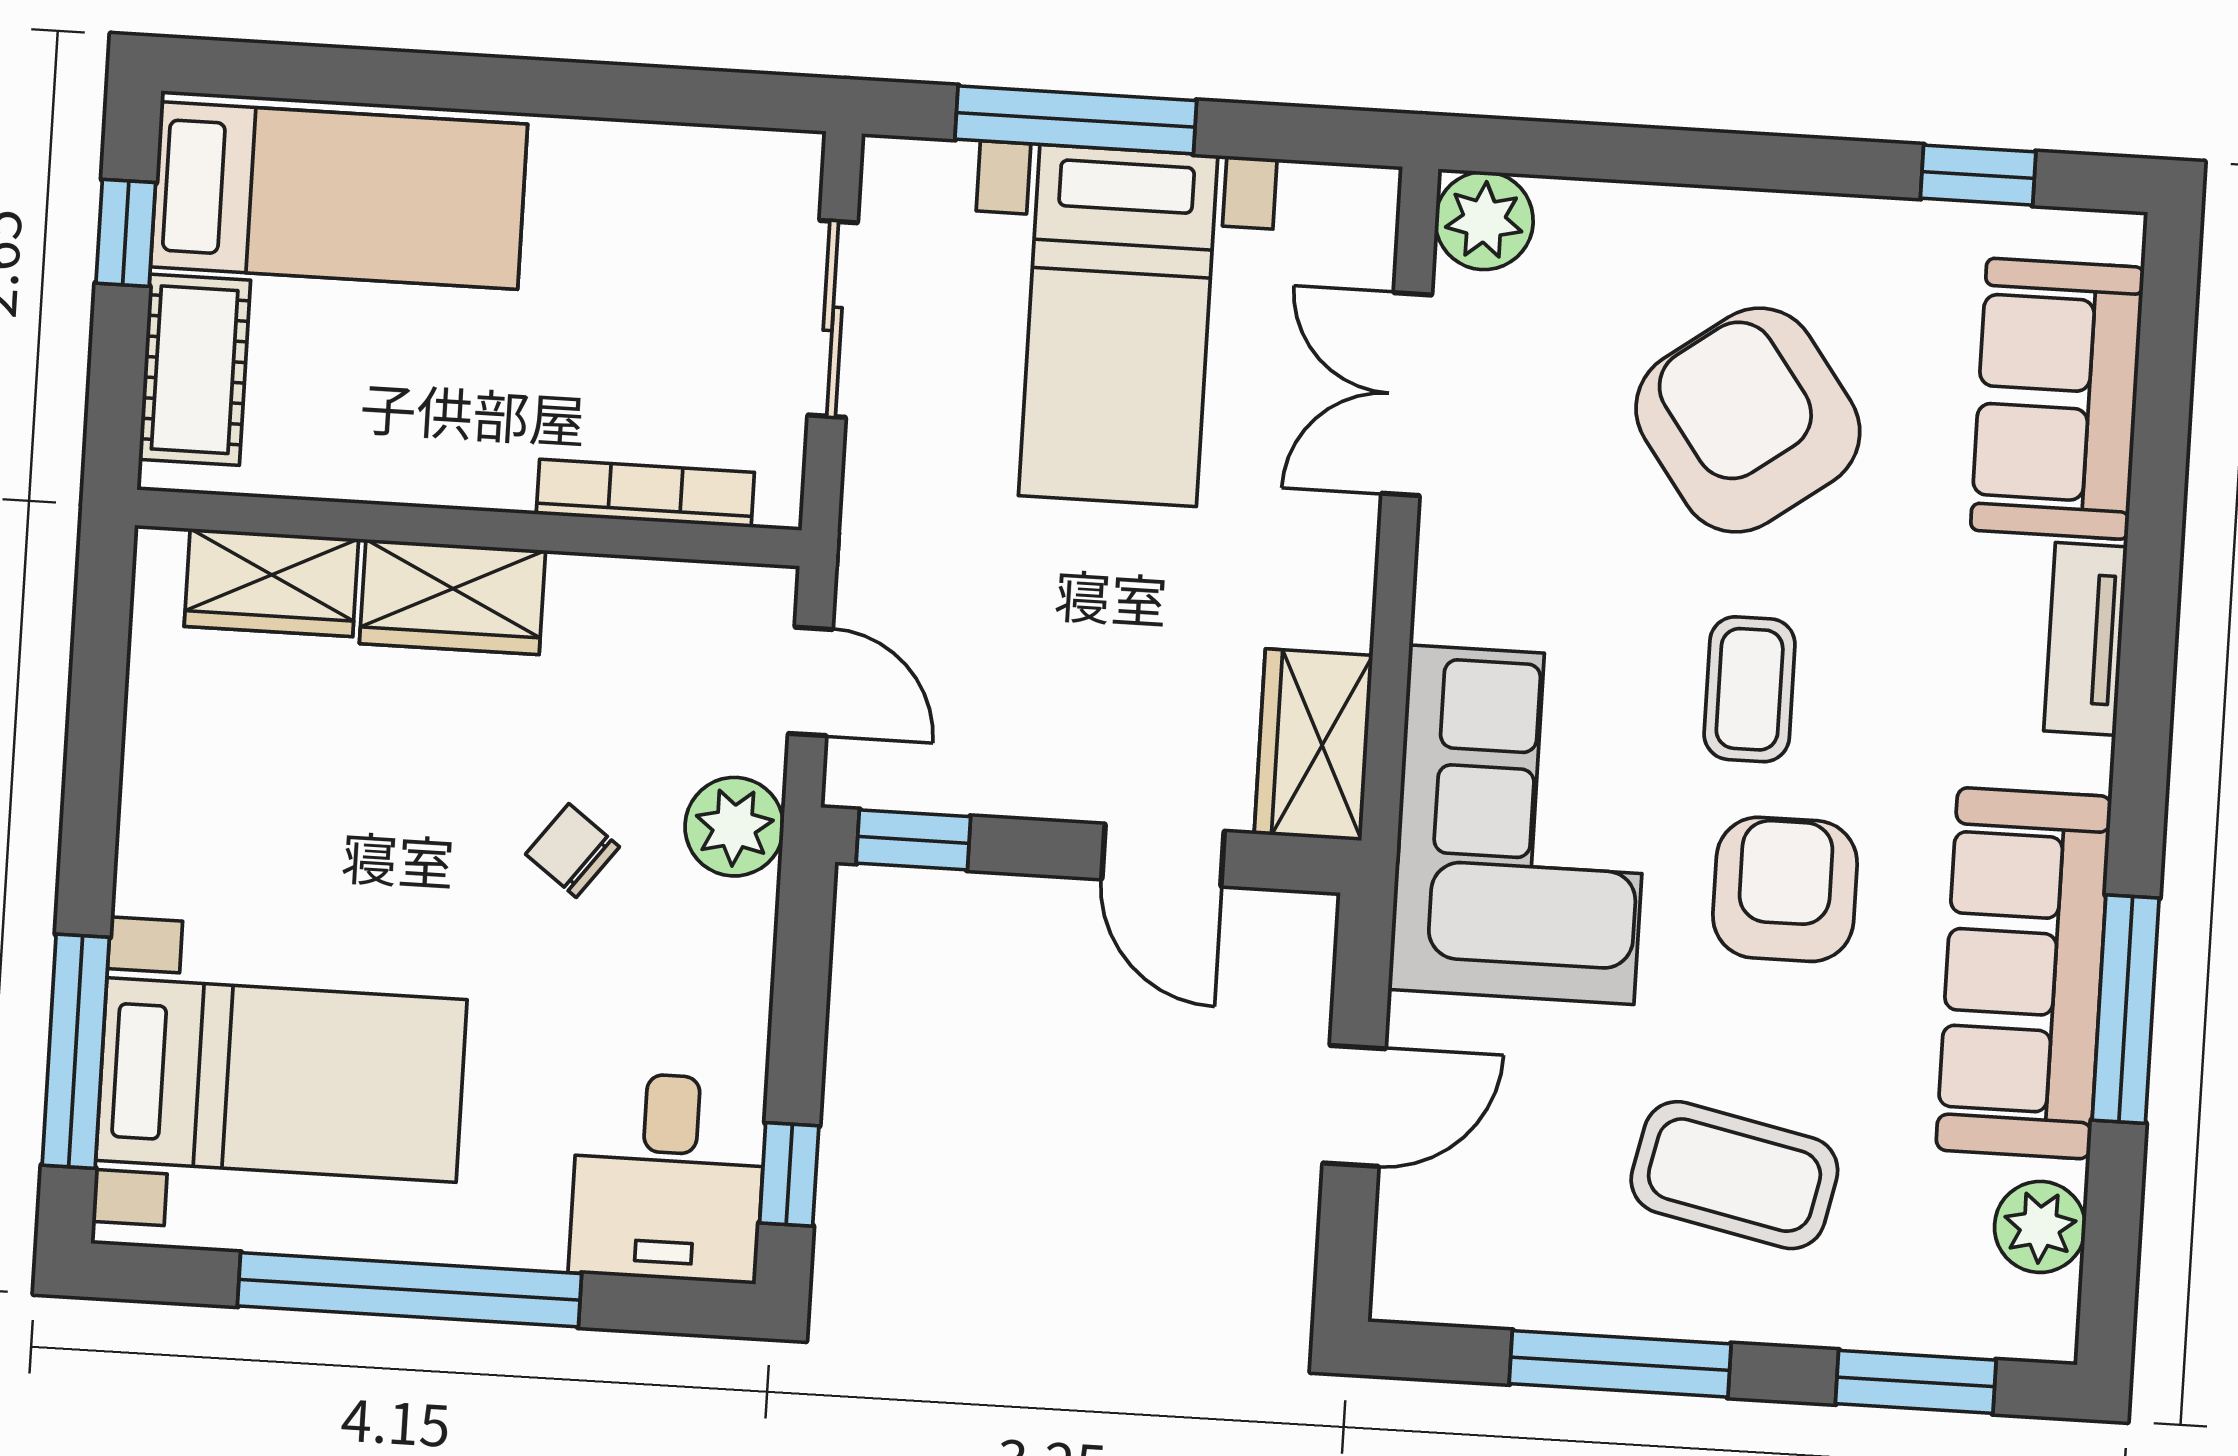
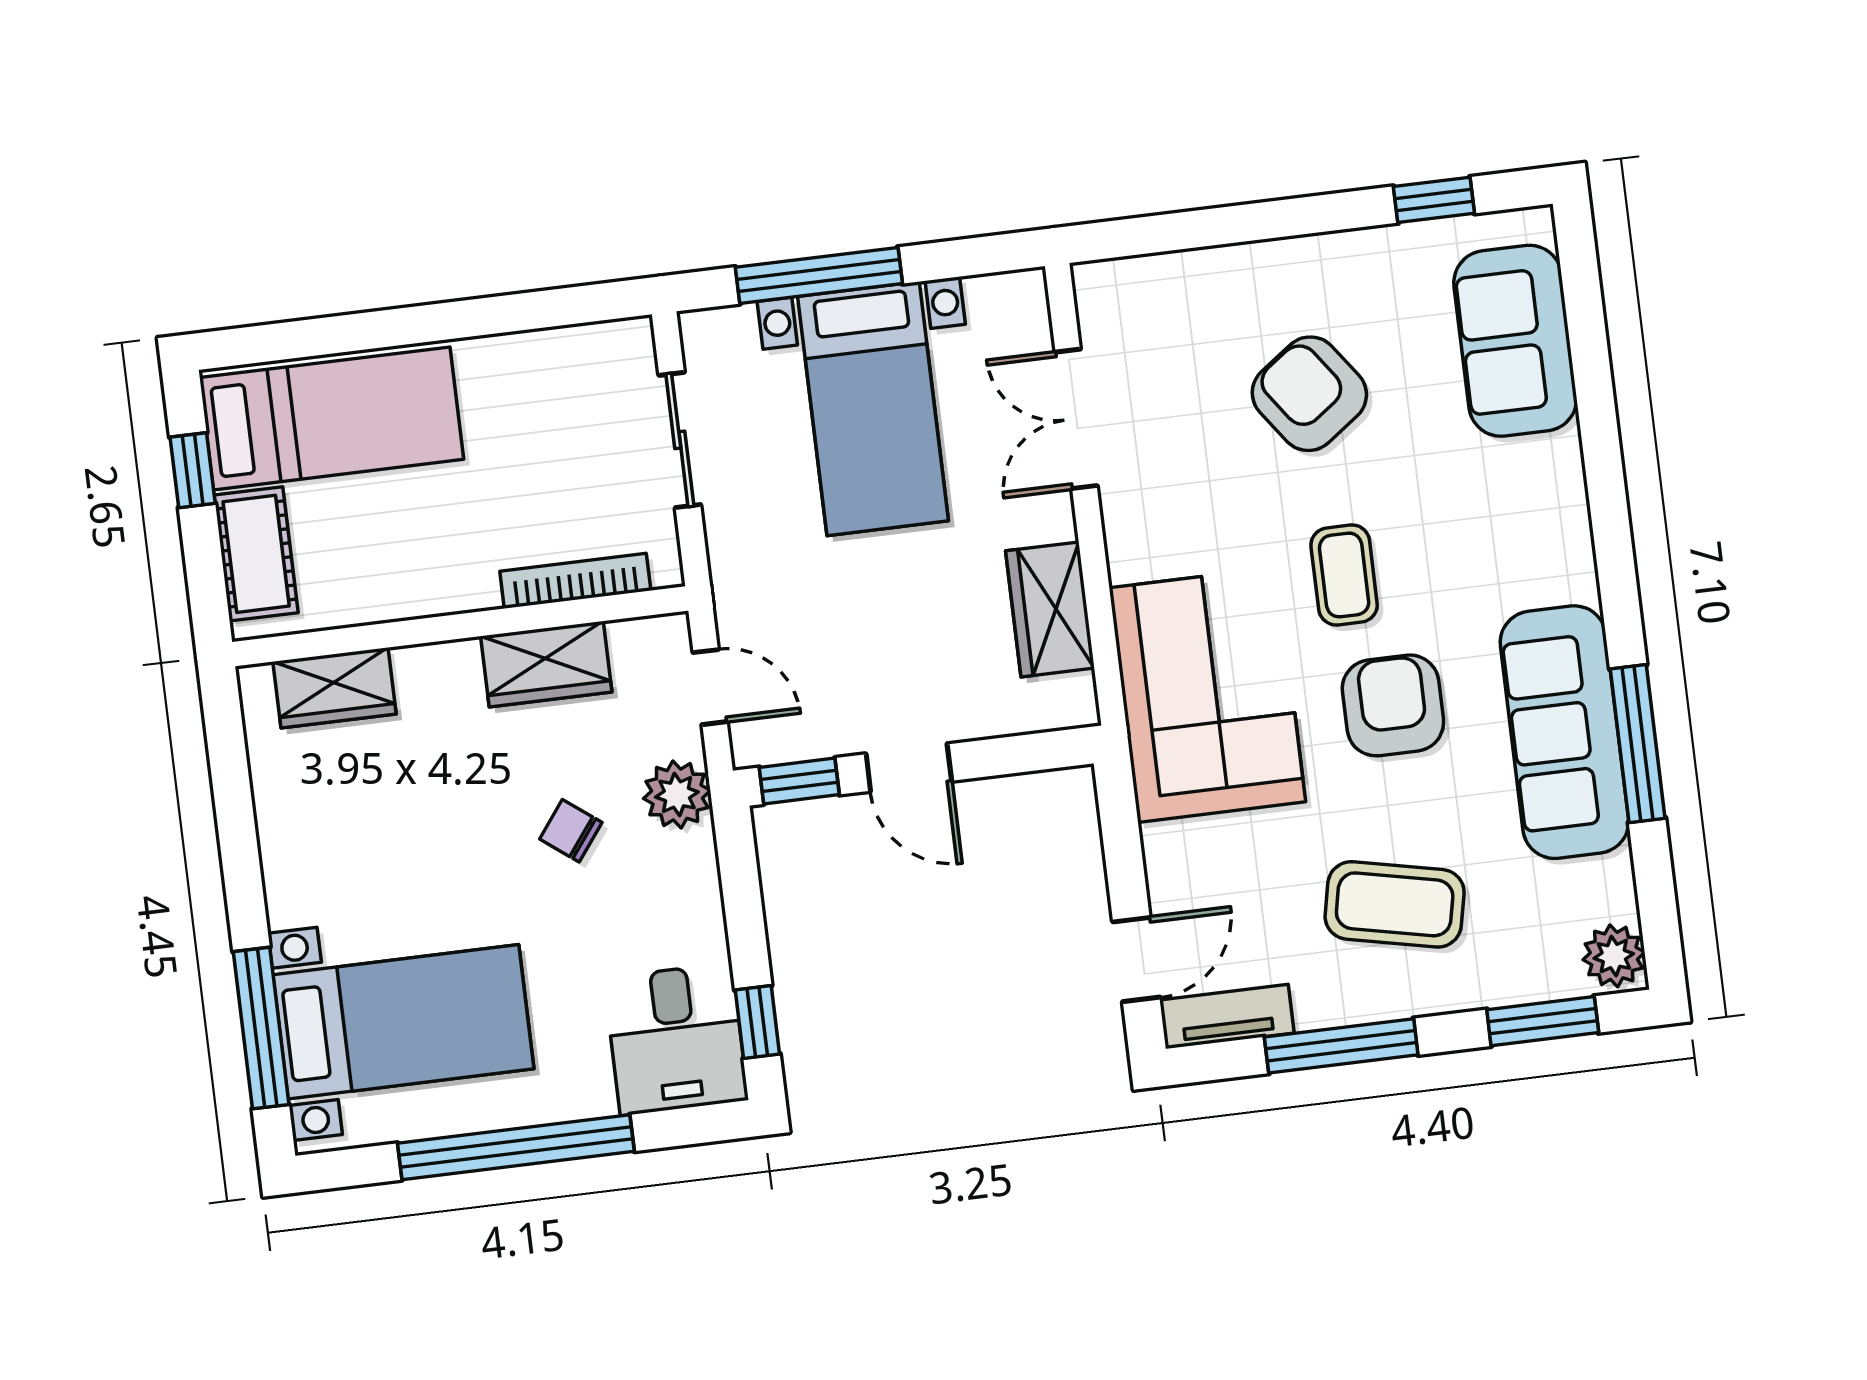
plant: (1484, 221) -> (1107, 292), removed
armchair: (1748, 420) -> (1309, 394), width x0.73, depth x0.73
wardrobe: (452, 597) -> (546, 664), moved
tv unit: (2085, 639) -> (1227, 1017), moved, turned 90
wardrobe: (1313, 745) -> (1050, 609), moved
door: (1163, 855) -> (909, 768), moved
door: (1354, 1106) -> (1136, 959), moved
plant: (2040, 1227) -> (1614, 956), moved

